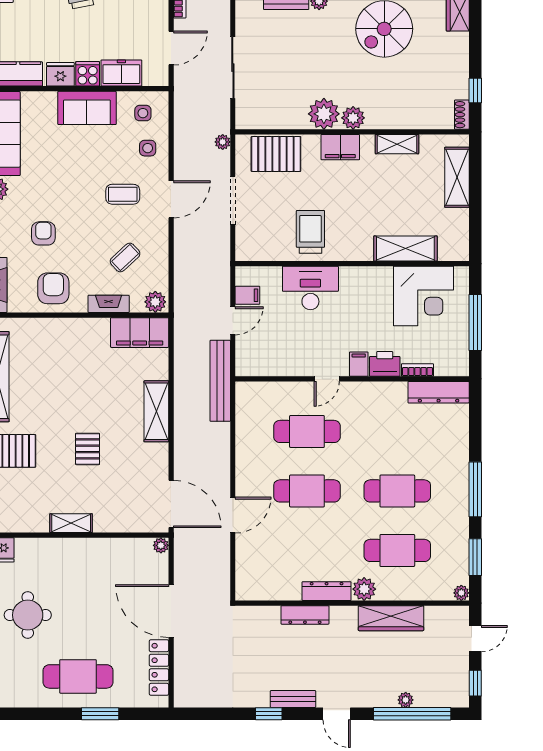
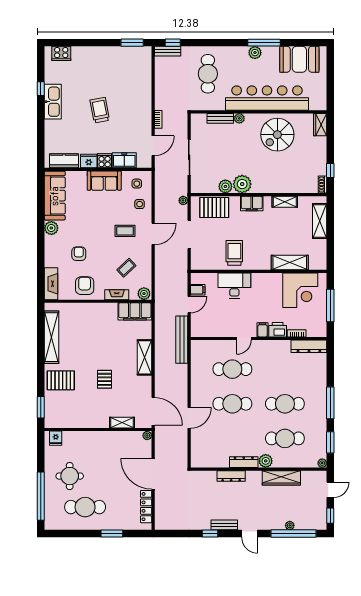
plant: (353, 118) -> (225, 186), moved
shelving: (71, 523) -> (122, 423), moved
cafe table: (78, 676) -> (85, 507), moved

